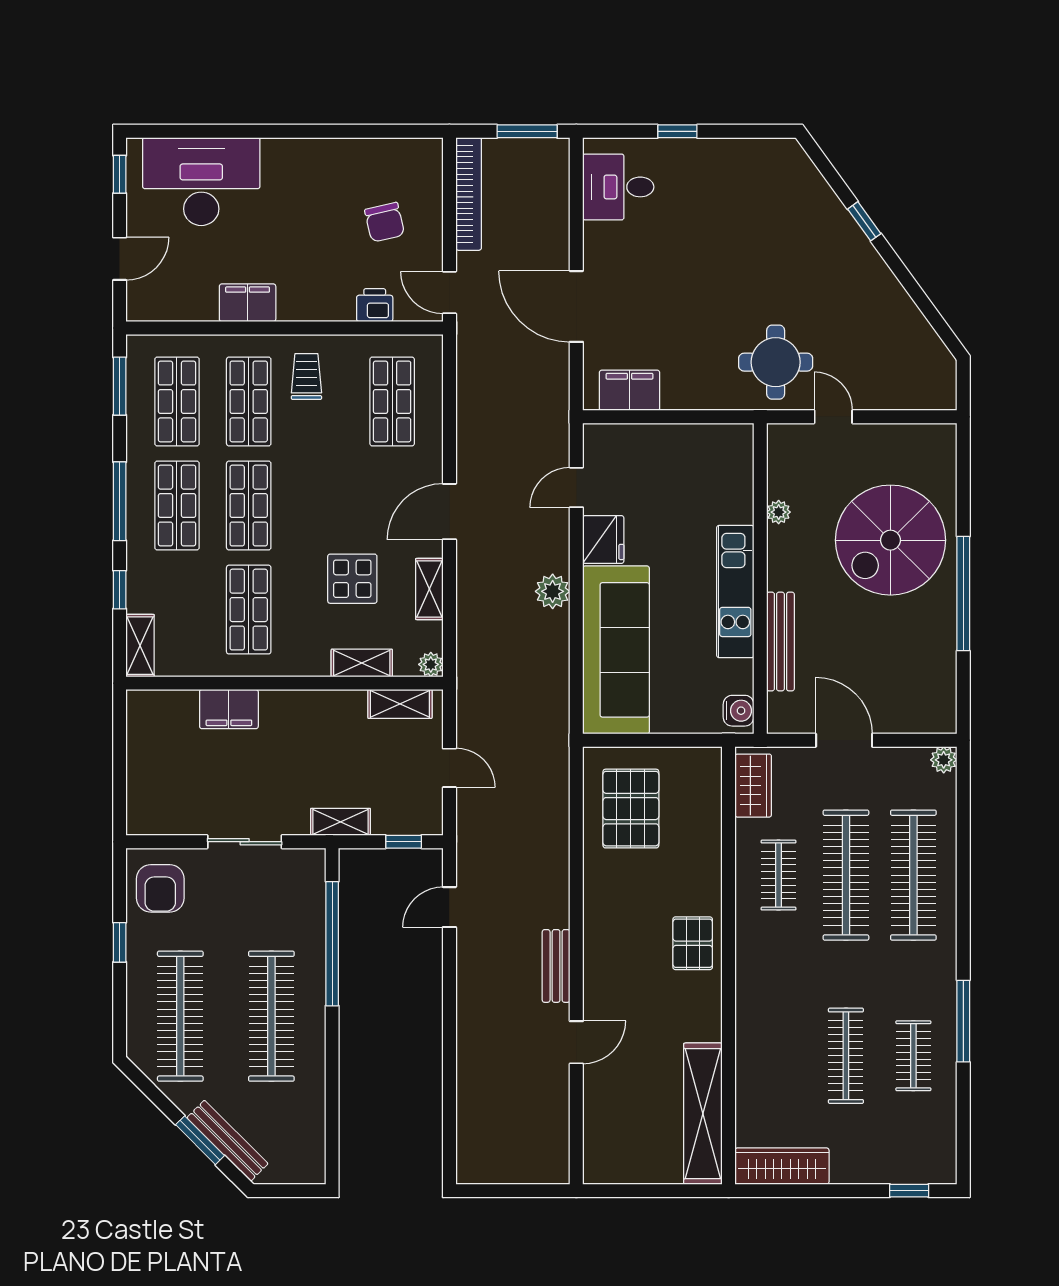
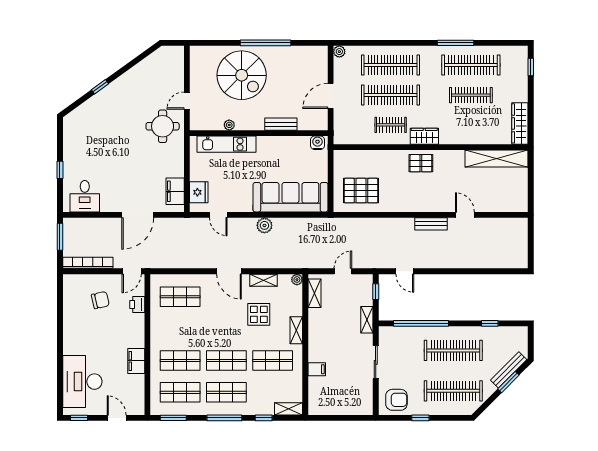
trolley: (306, 376) -> (169, 335), removed
fridge: (603, 539) -> (199, 192), moved, turned 90
kitchen unit: (735, 592) -> (226, 144), moved
bench: (780, 642) -> (281, 124), width x0.73
shelving: (362, 663) -> (296, 330), moved
filing cabinet: (229, 709) -> (317, 369), width x0.50
wardrobe: (753, 786) -> (424, 136), moved
clothes rail: (913, 1056) -> (471, 65), width x1.86, depth x1.31
window: (332, 1098) -> (490, 323), added

